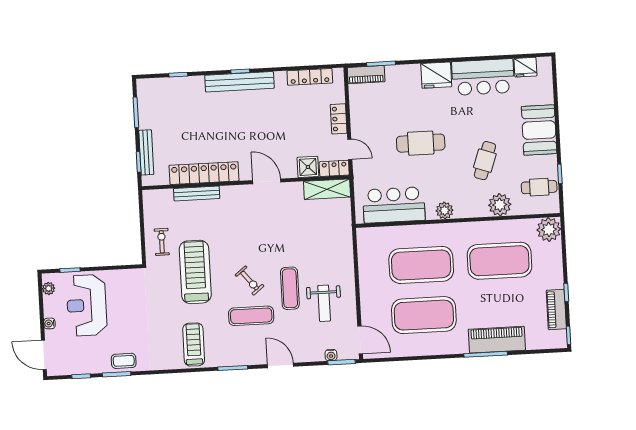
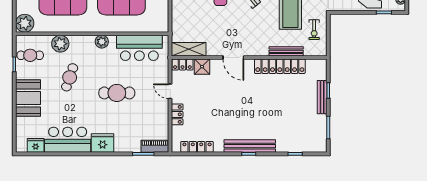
shower: (308, 167) -> (202, 67), moved
locker: (334, 168) -> (182, 65), moved
locker: (204, 173) -> (280, 66), moved
door: (267, 181) -> (233, 58), moved
wall: (246, 182) -> (249, 58), moved
shelving: (327, 189) -> (189, 49), moved
bench: (197, 193) -> (286, 51), moved

